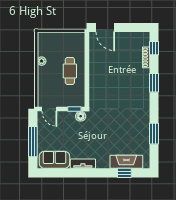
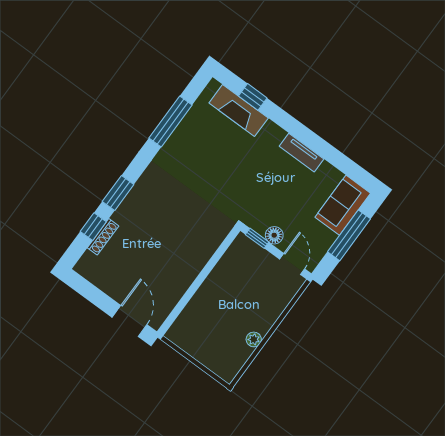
window: (154, 48) -> (93, 227), moved
cafe table: (70, 71) -> (224, 296), removed
floor lamp: (81, 116) -> (274, 235), moved
window: (154, 134) -> (171, 122), width x1.44
sofa: (54, 160) -> (343, 205), moved, turned 90

